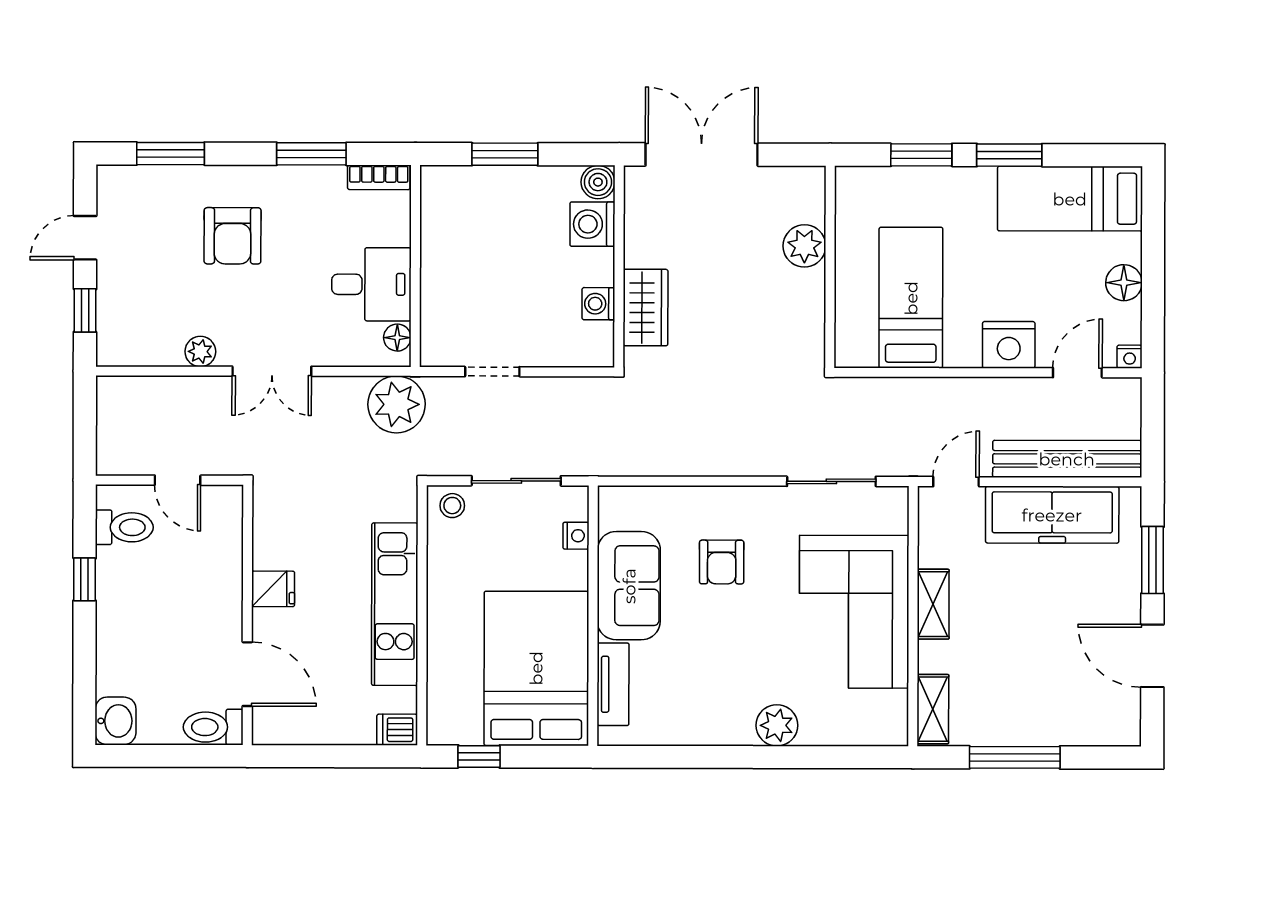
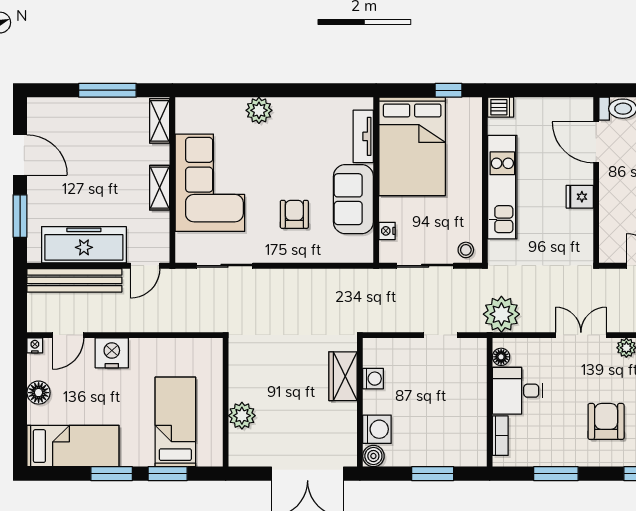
bookcase: (379, 177) -> (500, 436), moved, turned 90
bed: (911, 298) -> (175, 422), moved, turned 180

